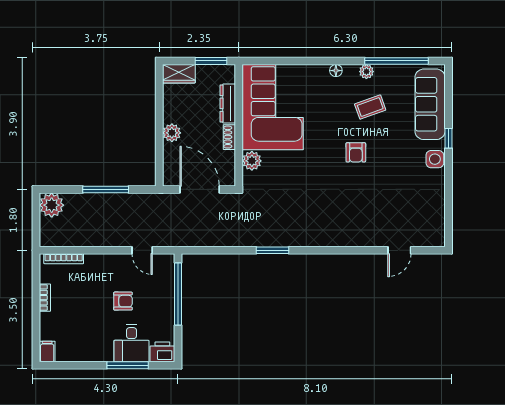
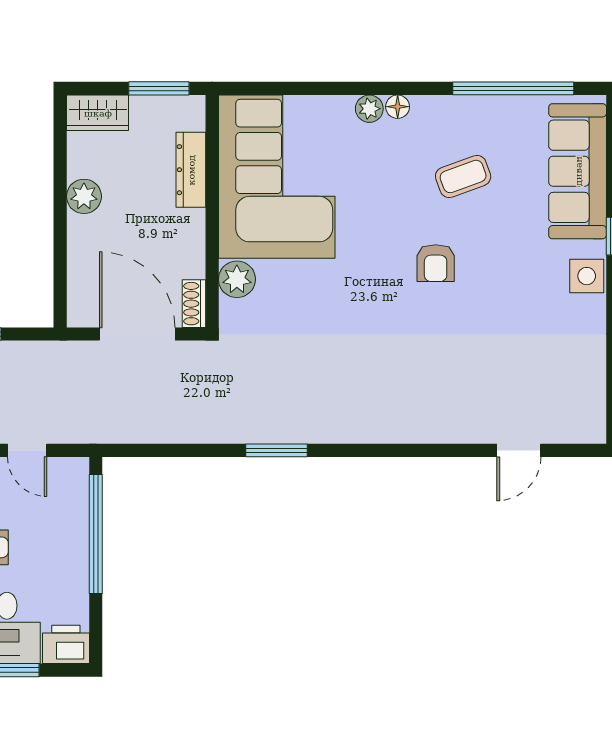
plant: (366, 72) -> (369, 109), moved
plant: (172, 133) -> (84, 196), moved
shoe rack: (229, 137) -> (194, 304), moved

